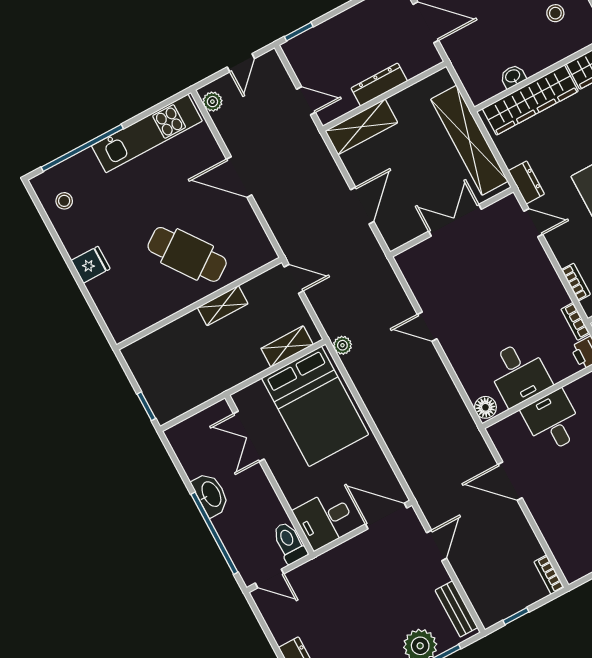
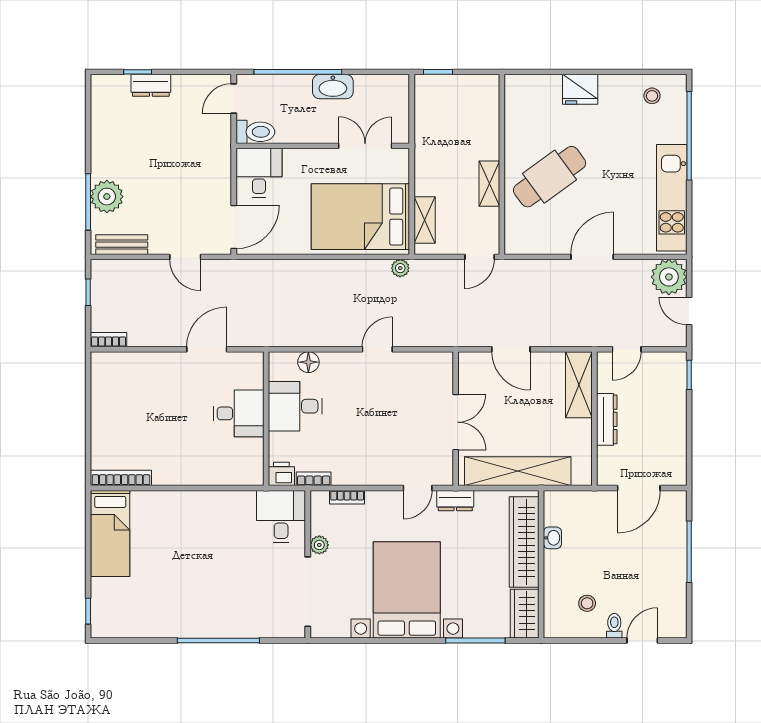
plant: (212, 102) -> (669, 277), width x1.87, depth x1.87
fridge: (91, 265) -> (580, 89), width x1.38
floor lamp: (485, 407) -> (308, 362), moved

